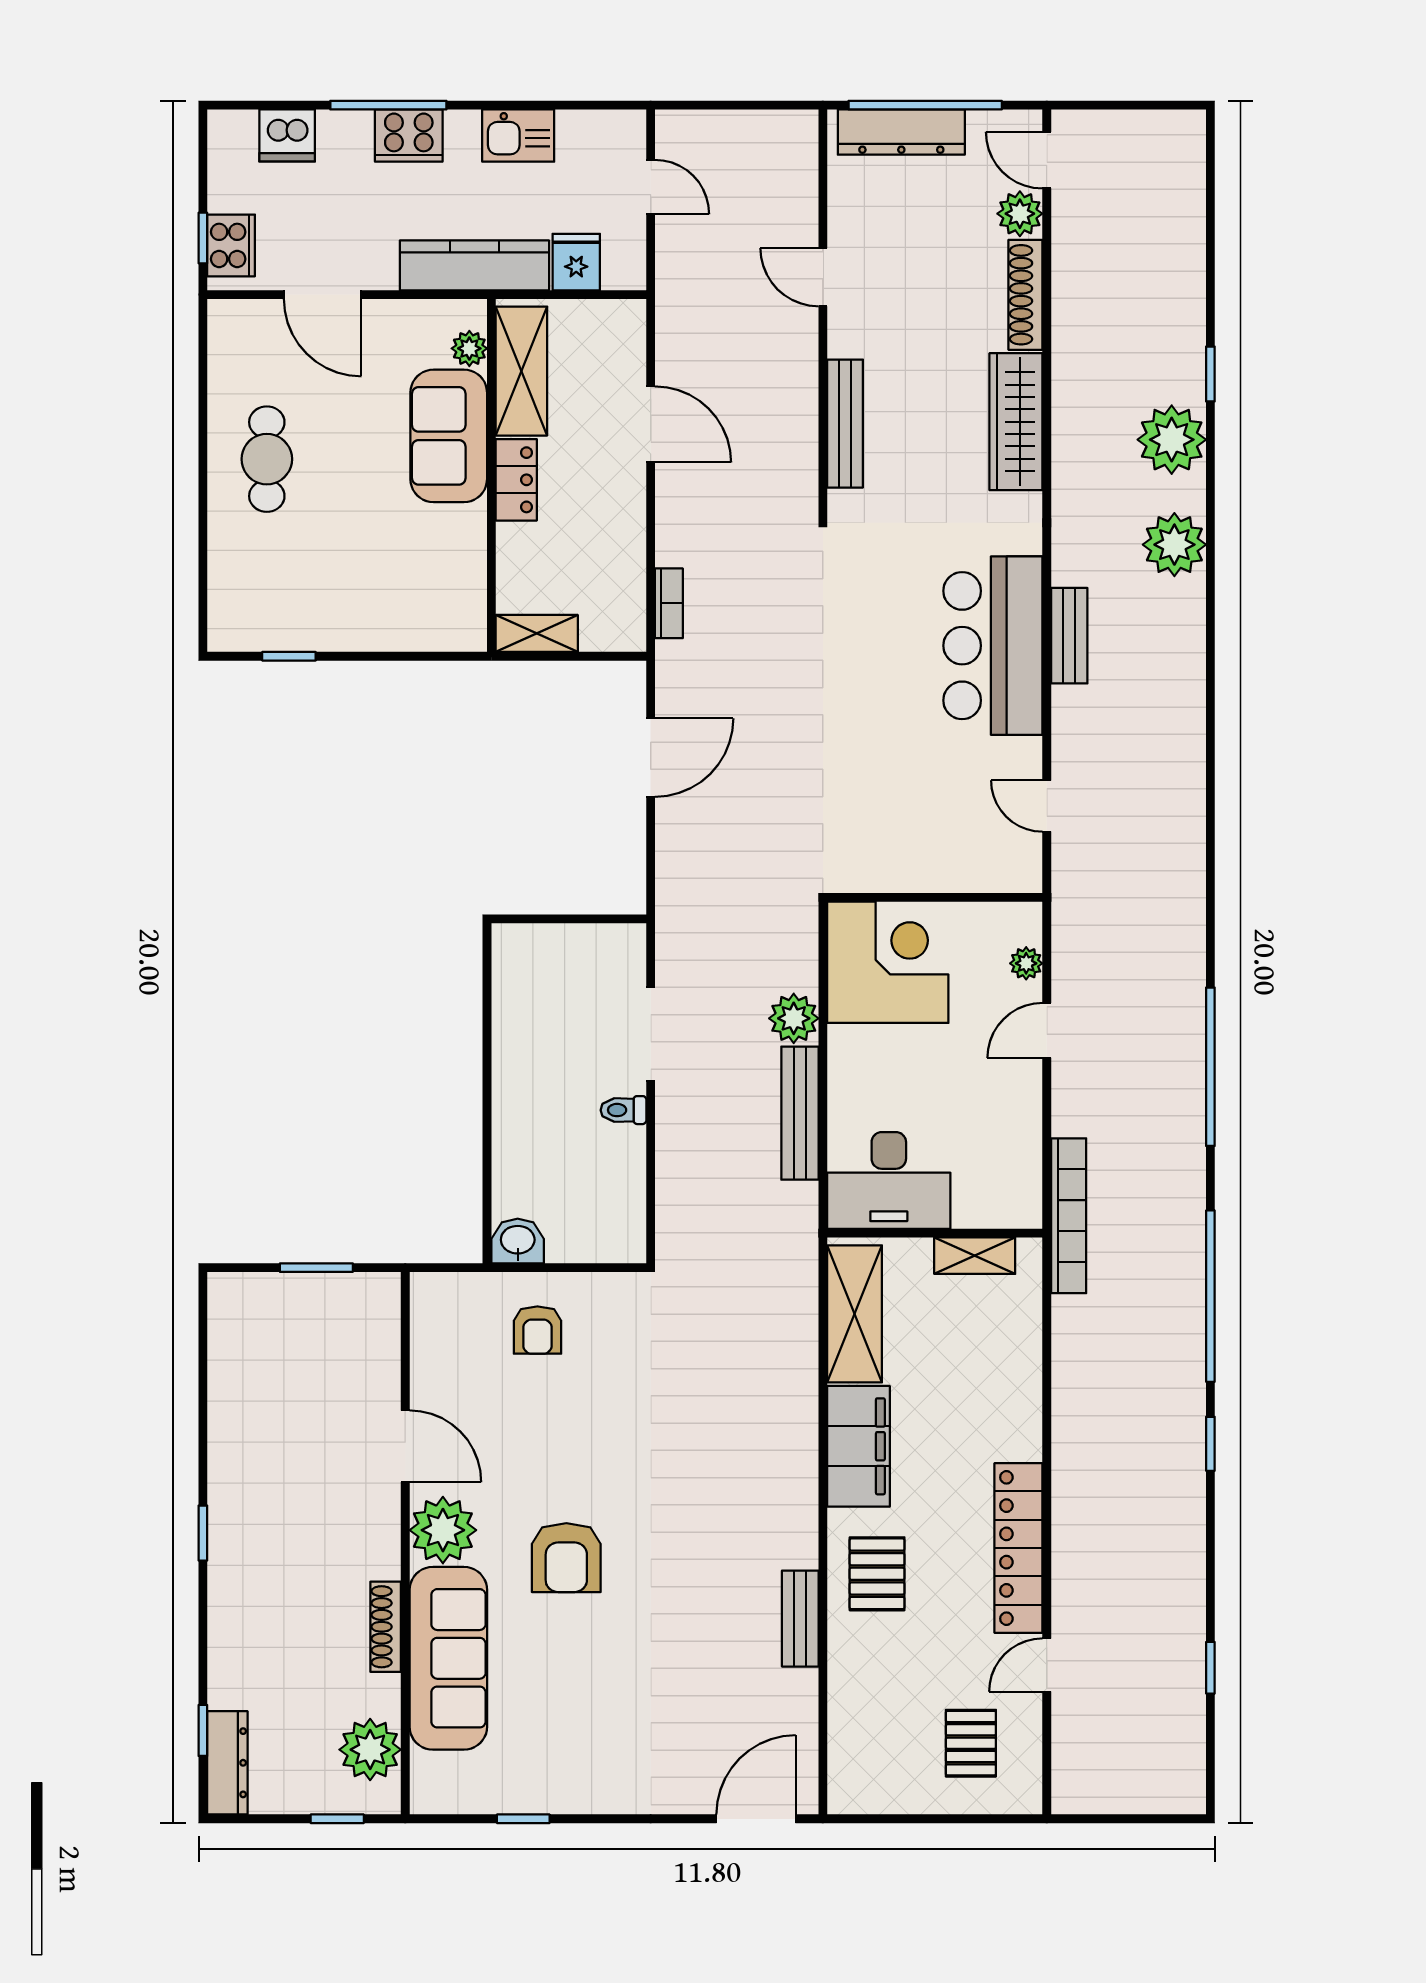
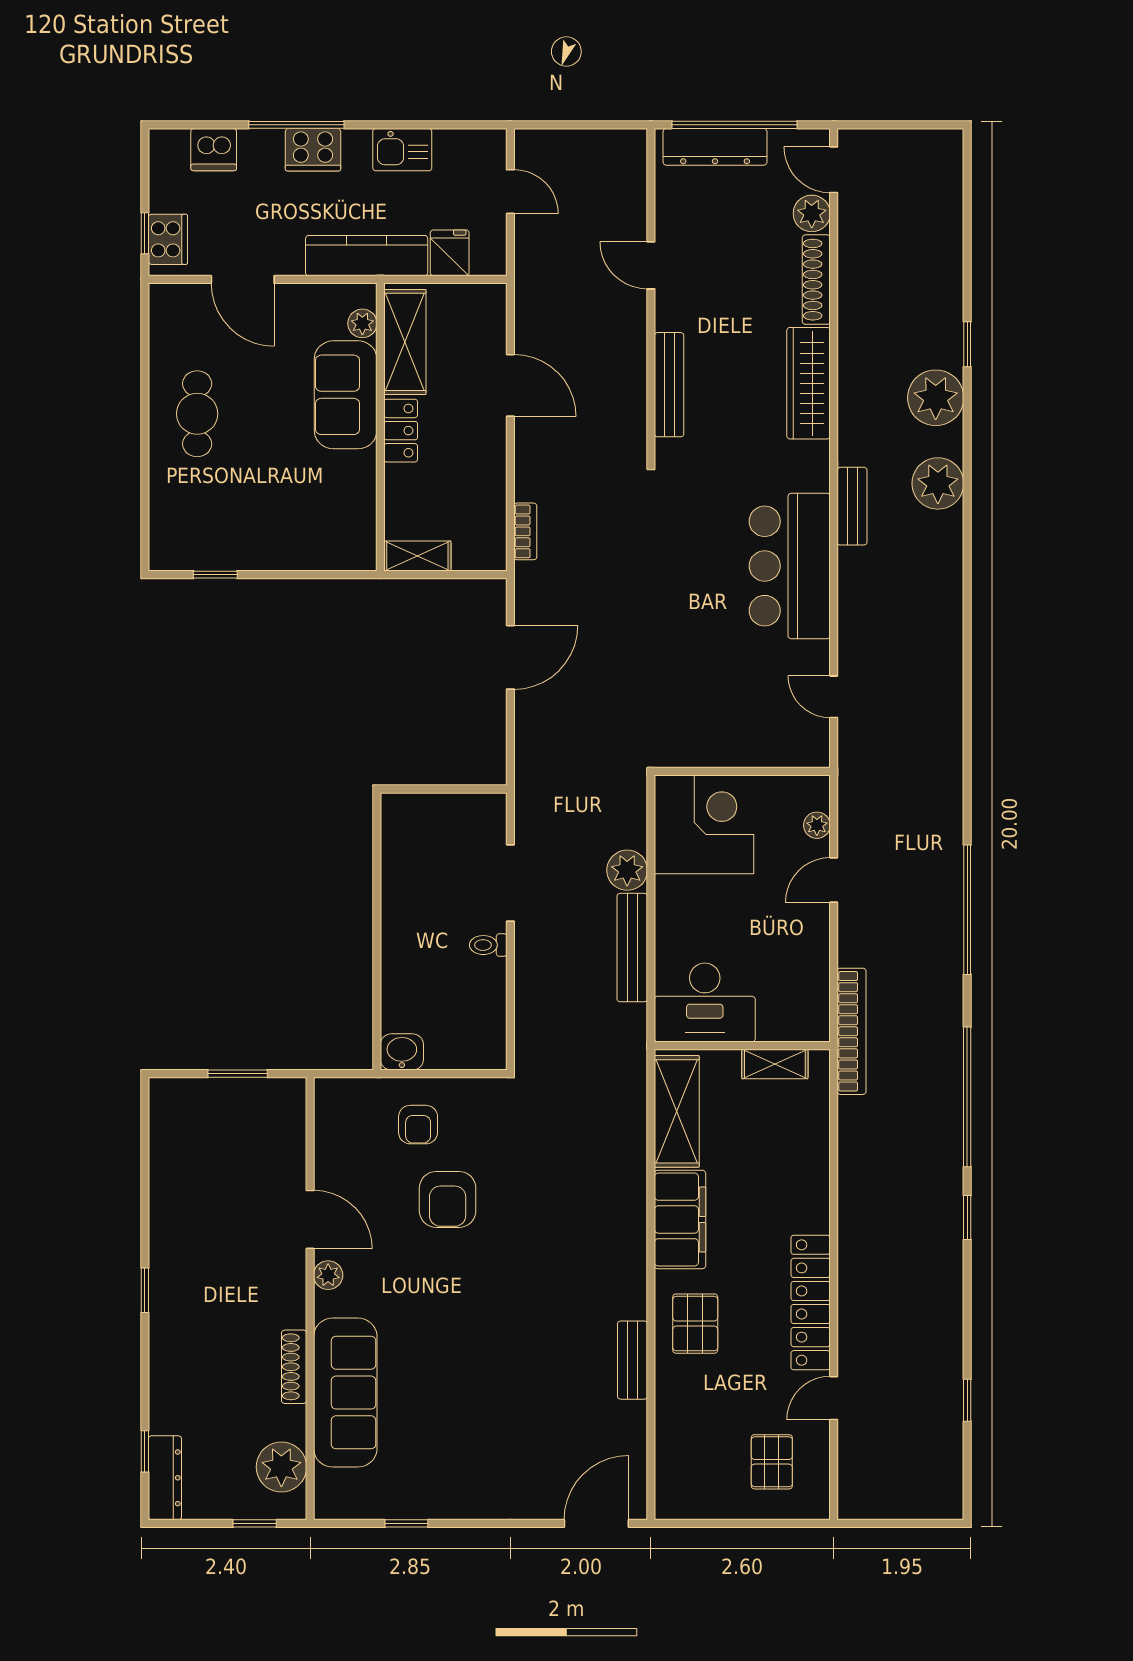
bench: (1069, 636) -> (852, 506), moved
plant: (443, 1530) -> (328, 1275), width x0.53, depth x0.53
armchair: (566, 1558) -> (448, 1199), moved

